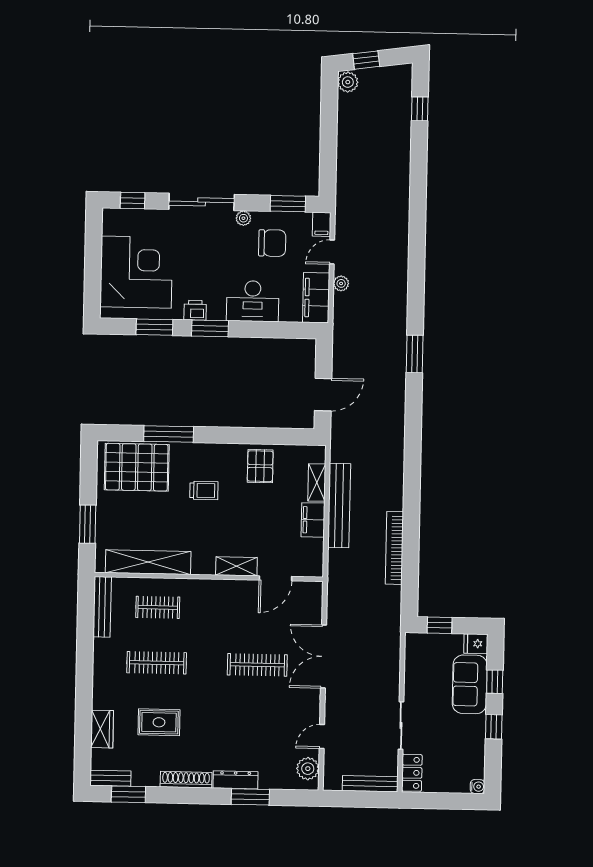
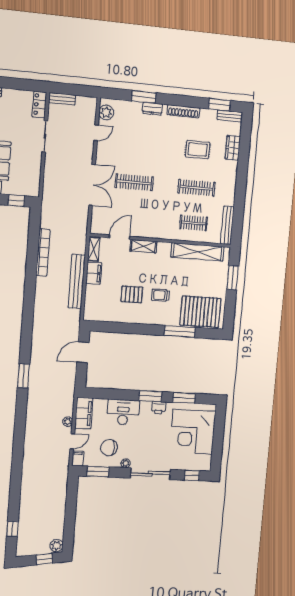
pallet: (260, 466) -> (132, 294), moved, turned 90
shelving: (317, 483) -> (94, 249), moved
dresser: (236, 780) -> (152, 109), width x0.70
bench: (370, 784) -> (62, 99), width x0.73

